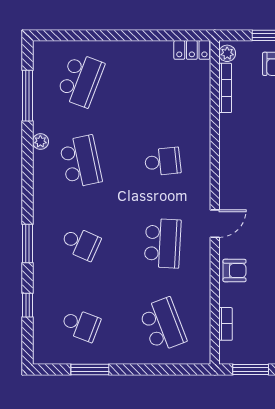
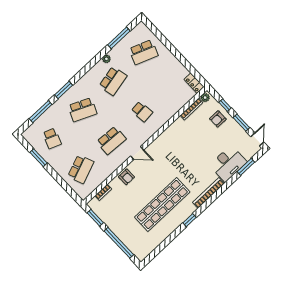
school desk: (81, 243) -> (82, 110), width x1.85
window: (27, 305) -> (41, 112), width x2.17

